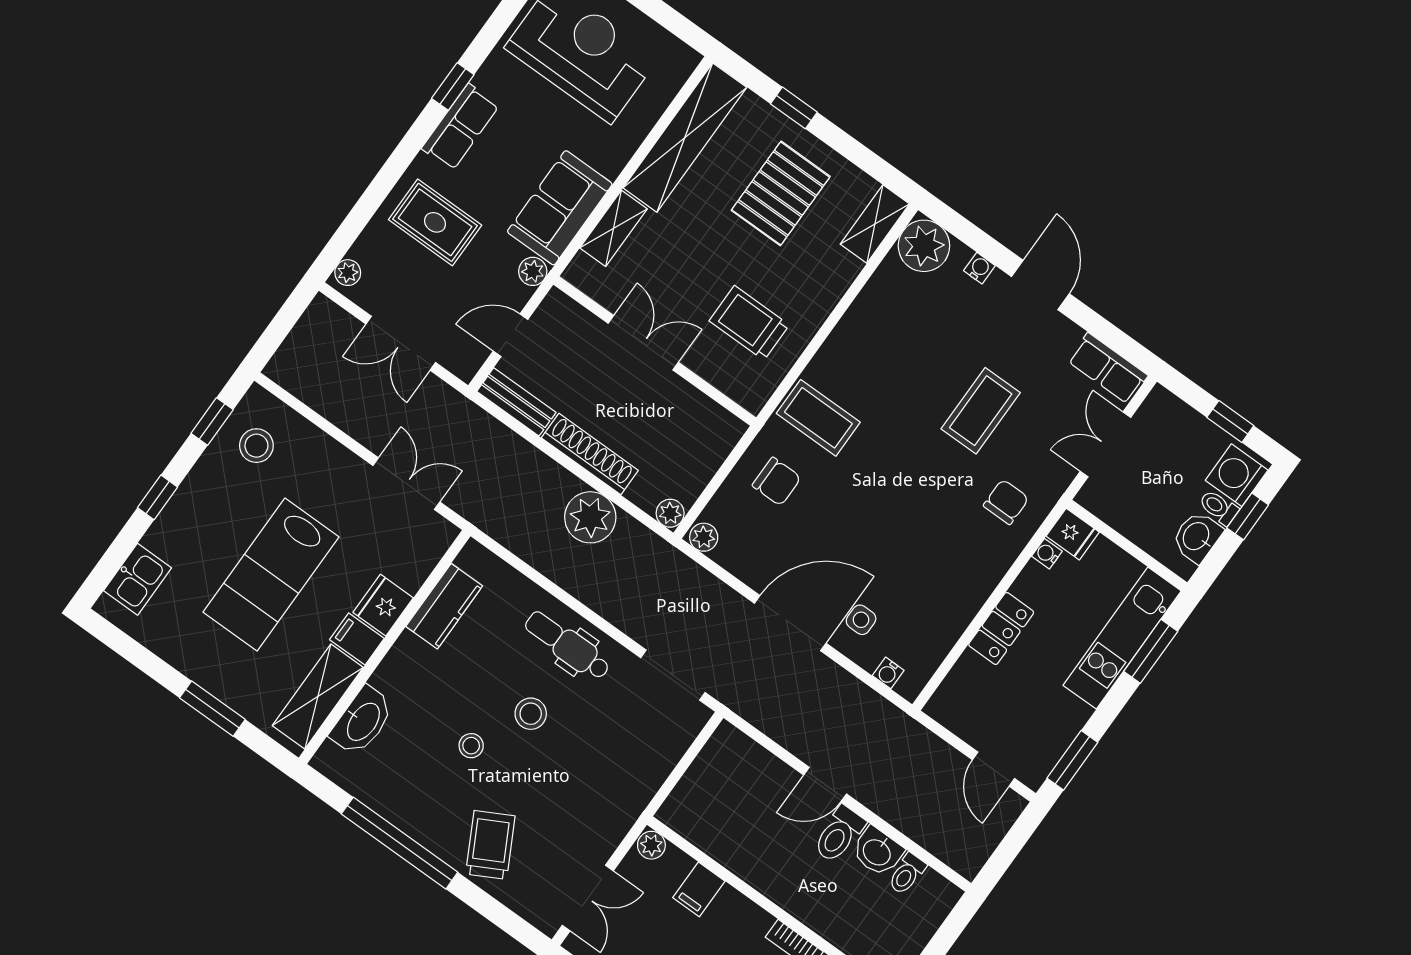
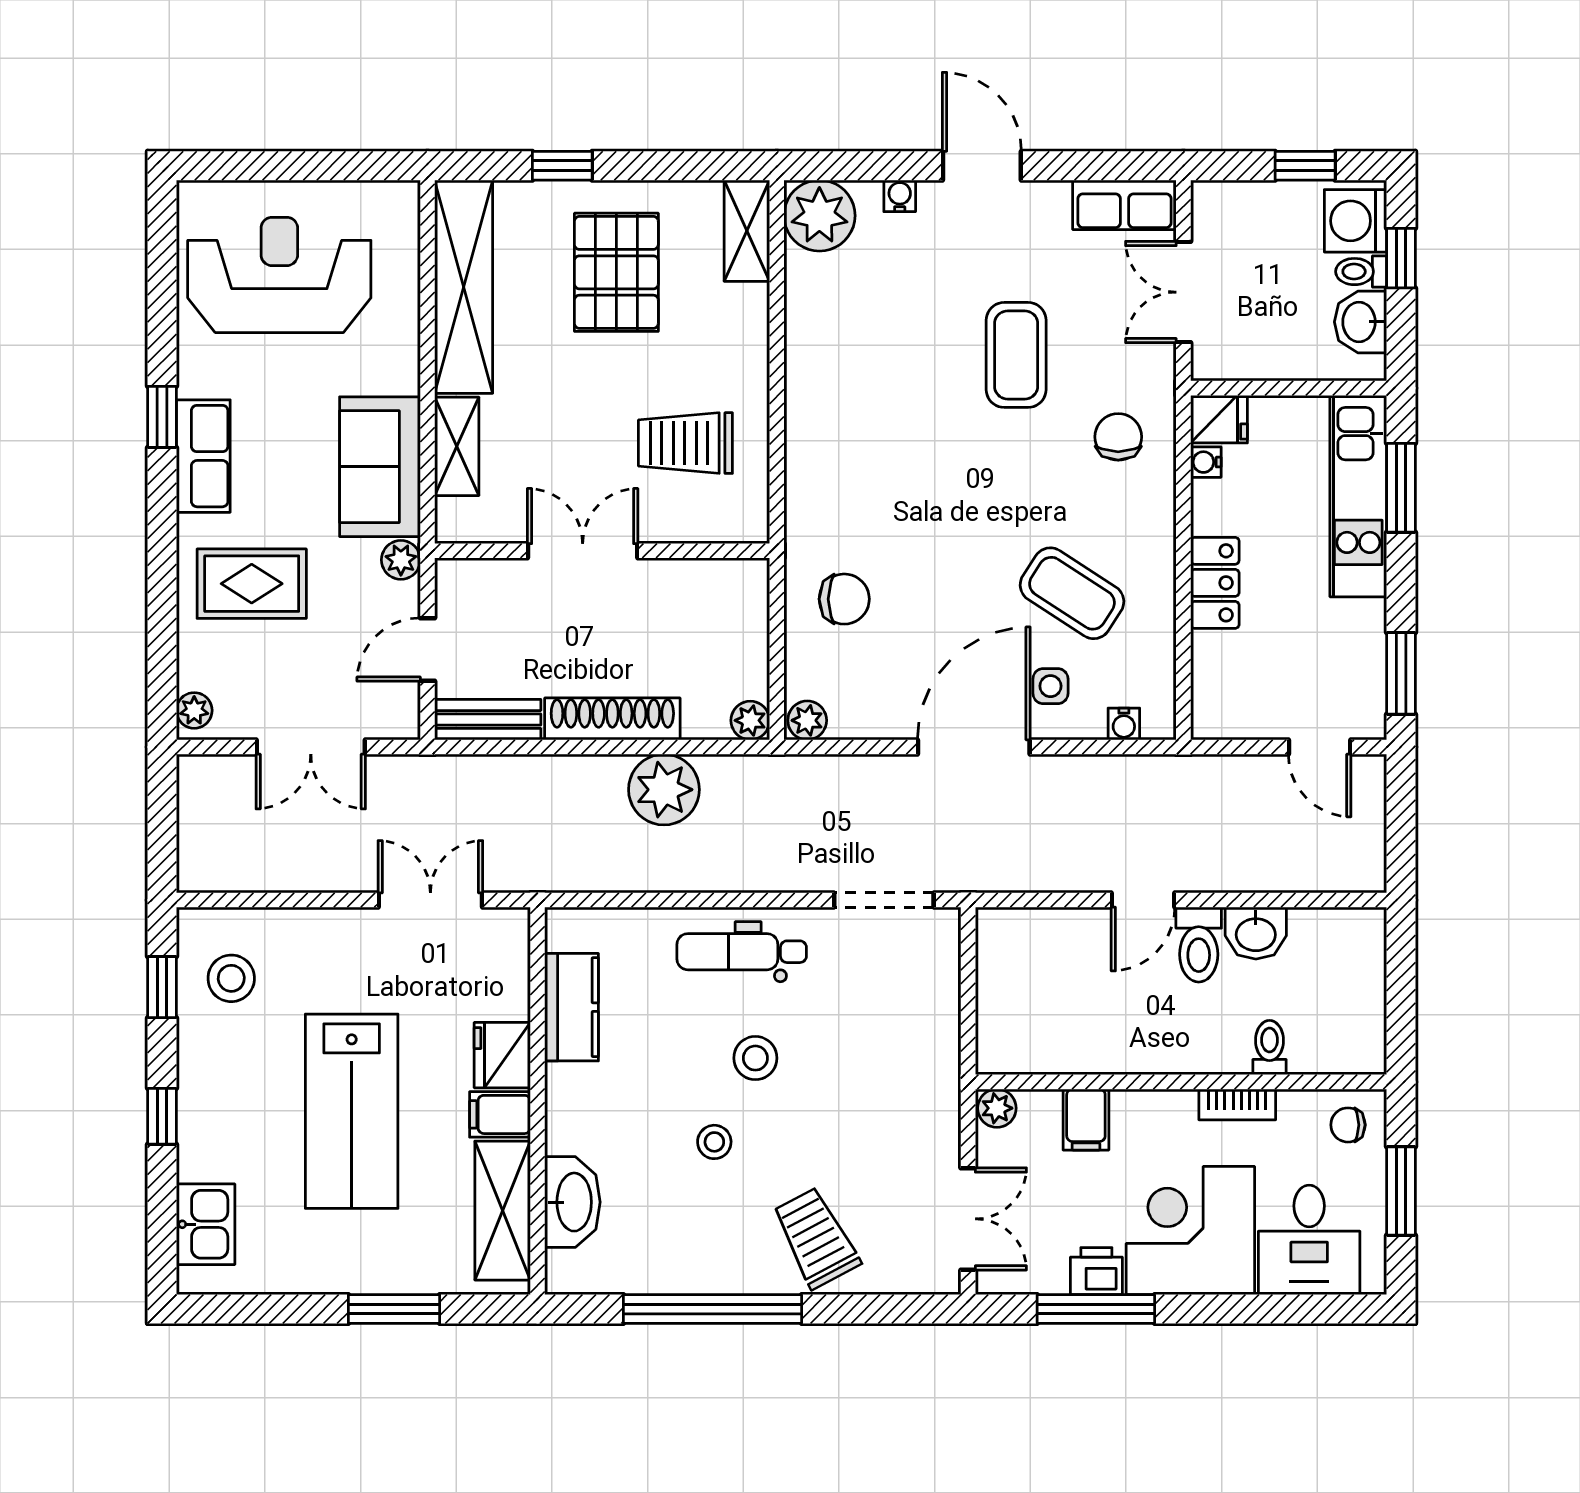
coffee table: (818, 418) -> (1072, 593), moved, turned 33
toilet: (907, 874) -> (1269, 1048), moved, turned 180

